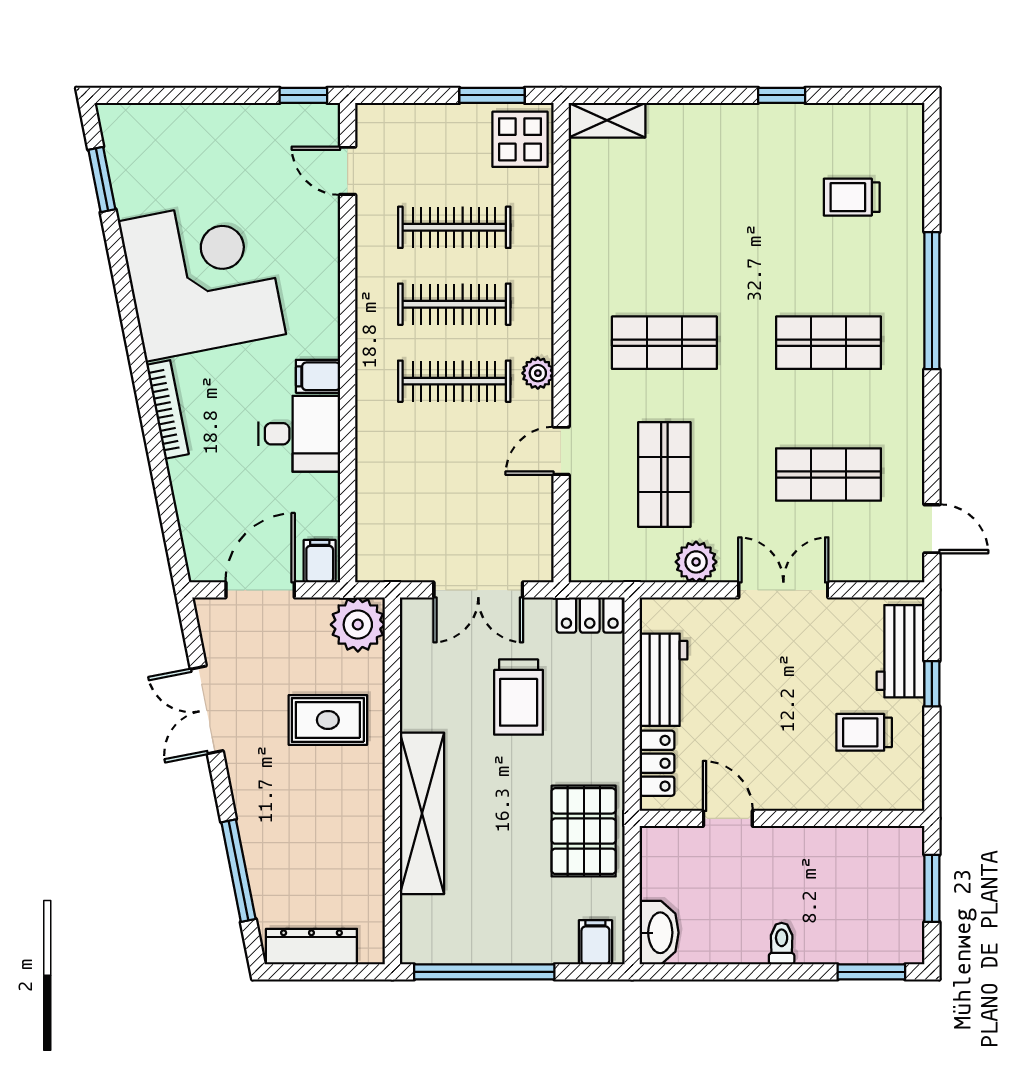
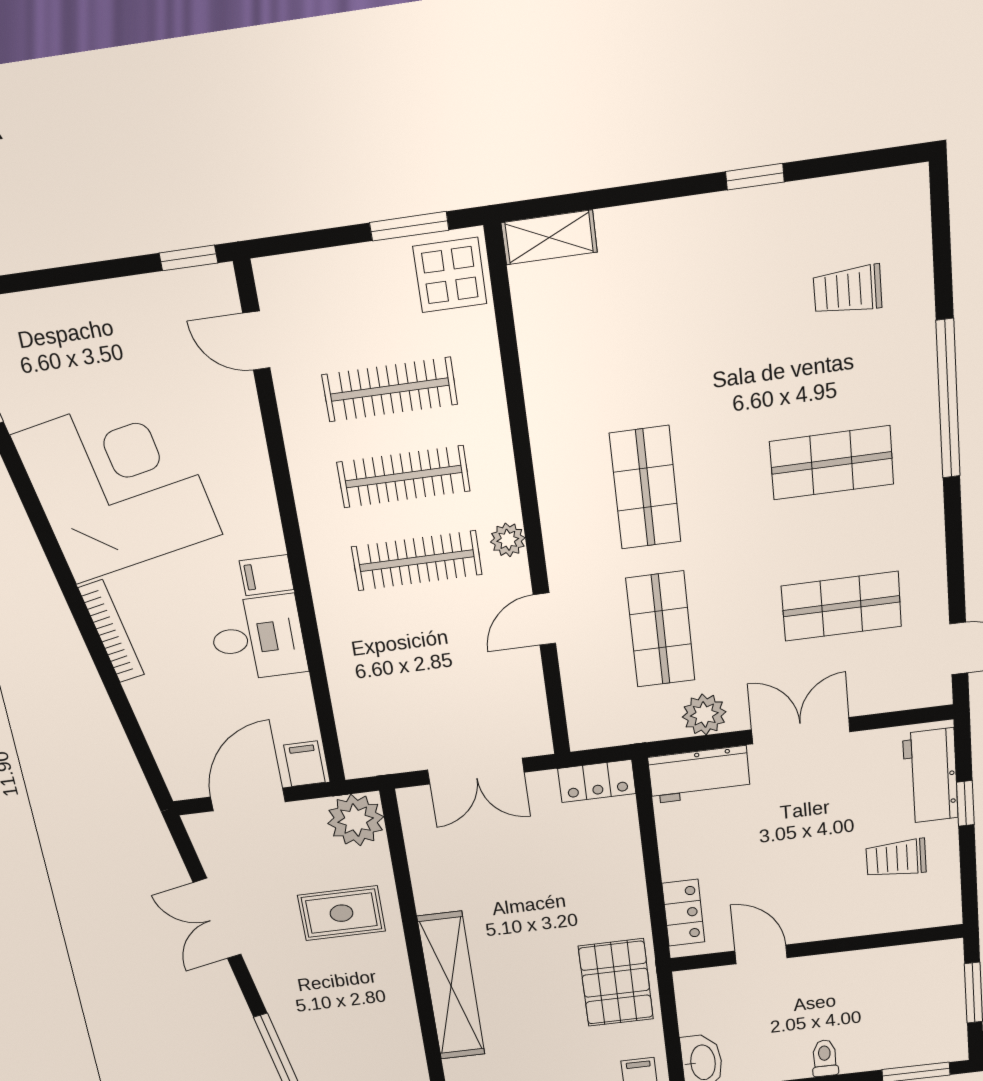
shop shelf: (664, 343) -> (645, 488), turned 90
workbench: (664, 680) -> (699, 775), moved, turned 90
trolley: (519, 697) -> (533, 868), removed

